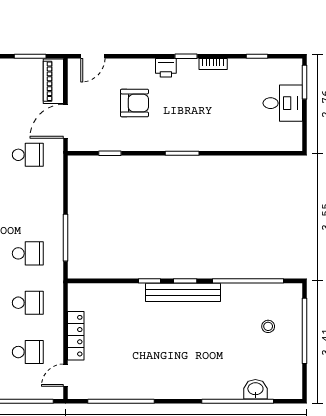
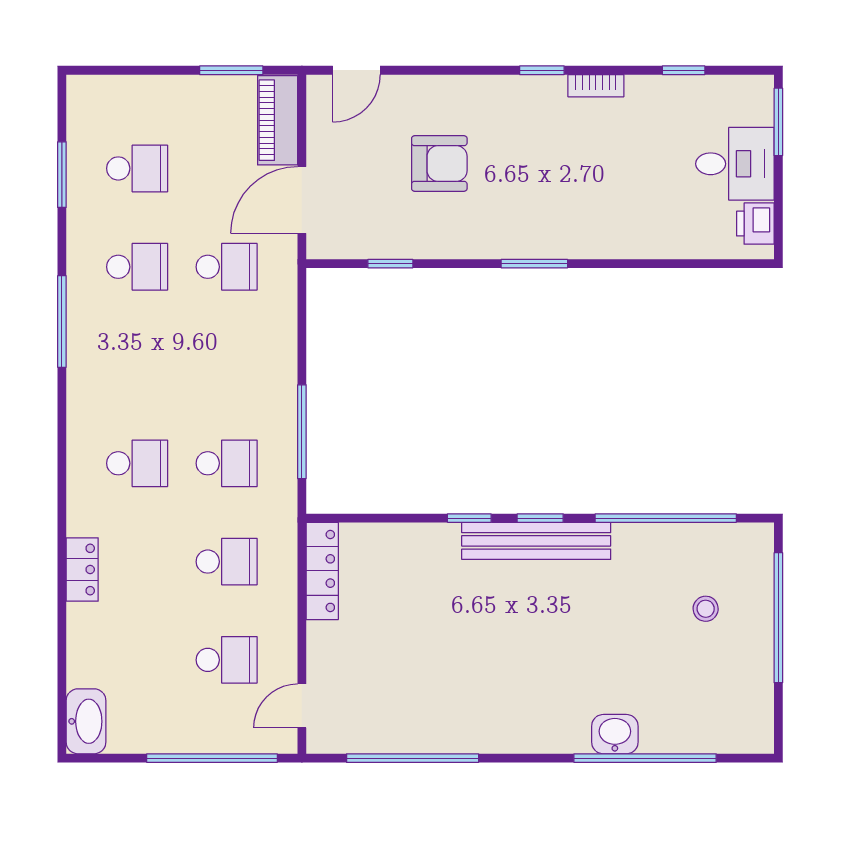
printer: (166, 68) -> (755, 224), moved, turned 90
locker: (76, 336) -> (322, 571), moved
washbasin: (255, 389) -> (615, 734), moved

